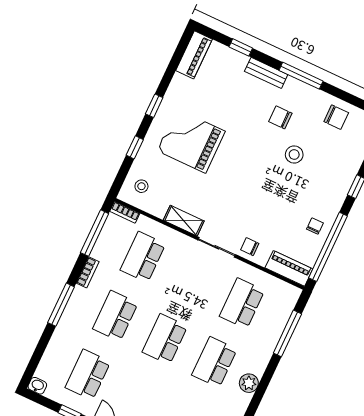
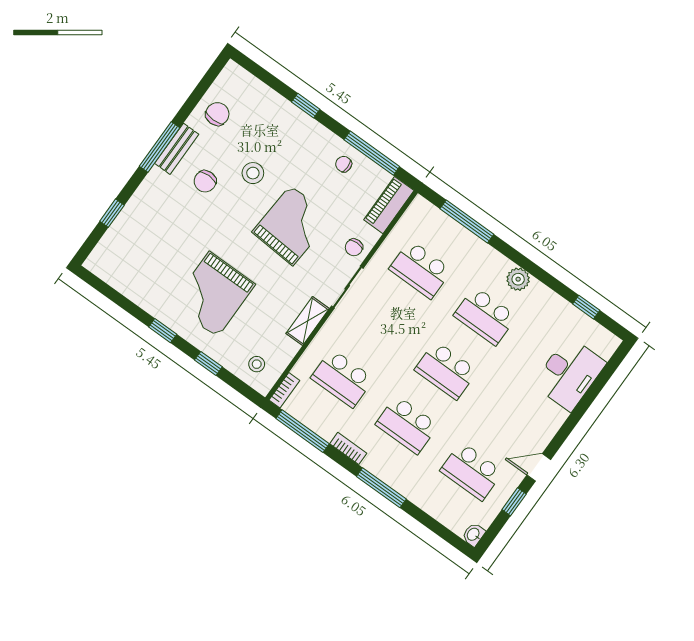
piano: (194, 55) -> (110, 271), removed
bench: (266, 73) -> (177, 149), moved
grand piano: (258, 194) -> (292, 225), added
window: (328, 247) -> (372, 153), width x0.68

